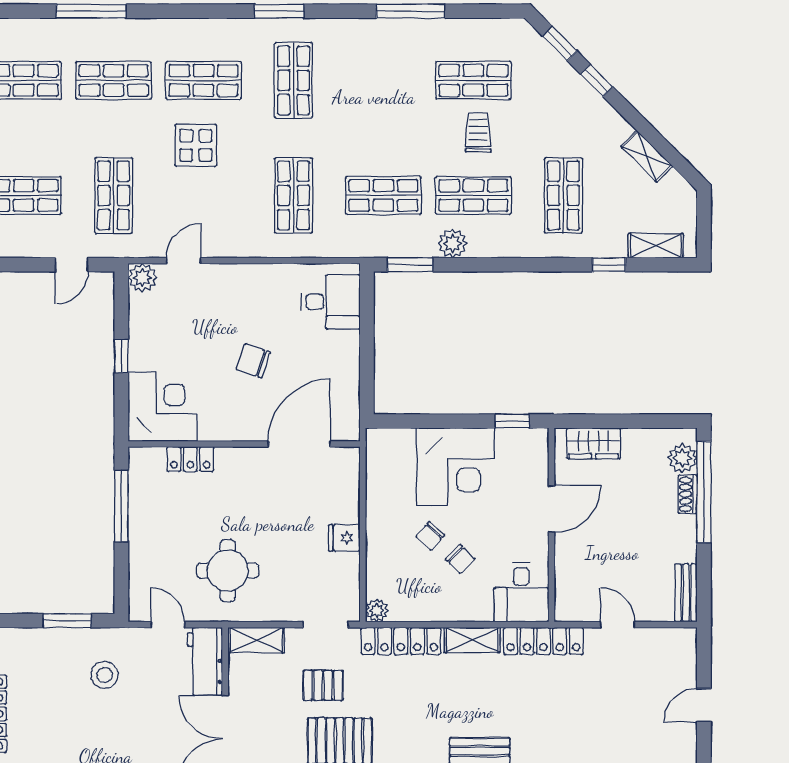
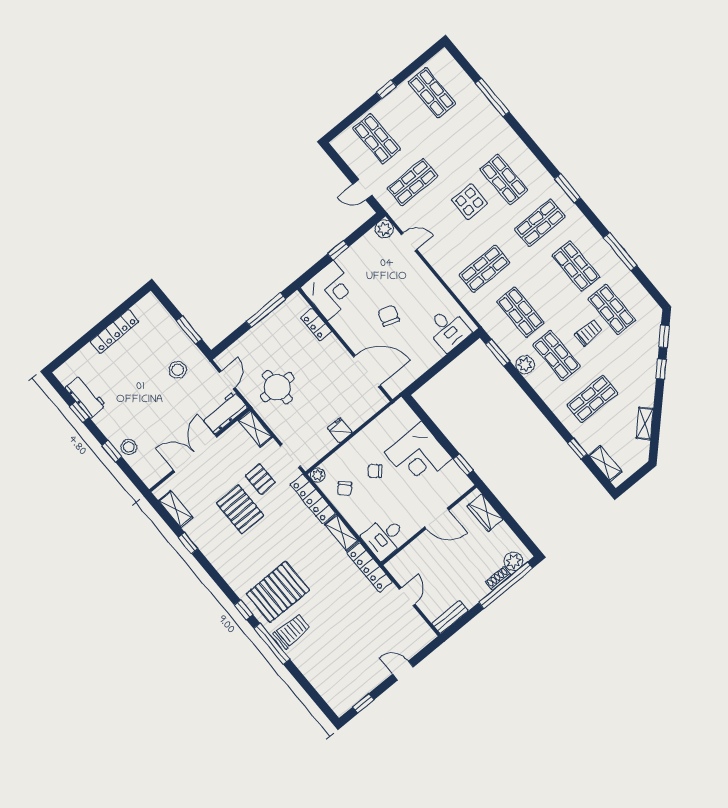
shop shelf: (114, 80) -> (576, 266), moved
chair: (460, 559) -> (345, 489), moved

